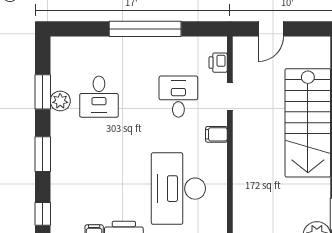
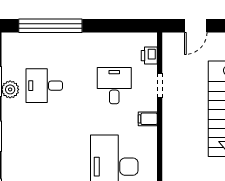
window: (145, 29) -> (50, 26), moved
desk: (99, 97) -> (44, 86), turned 90

